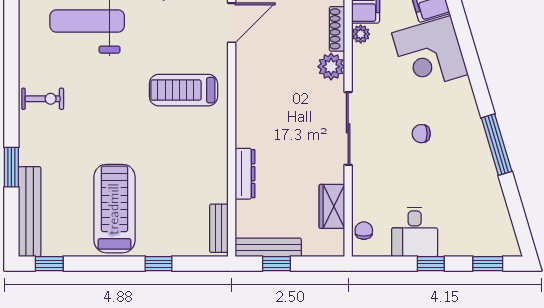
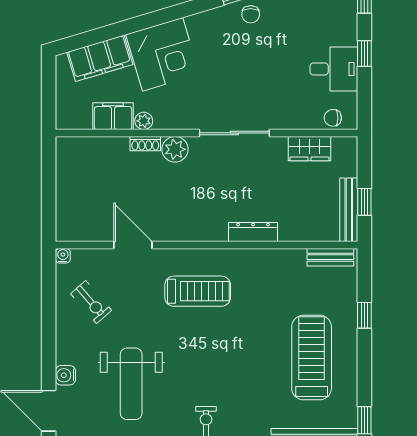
shoe rack: (337, 29) -> (145, 144), width x0.70
treadmill: (183, 90) -> (198, 291), turned -90
chair: (421, 134) -> (251, 14), moved
dresser: (245, 174) -> (253, 232), moved
treadmill: (114, 209) -> (312, 358), turned 90

